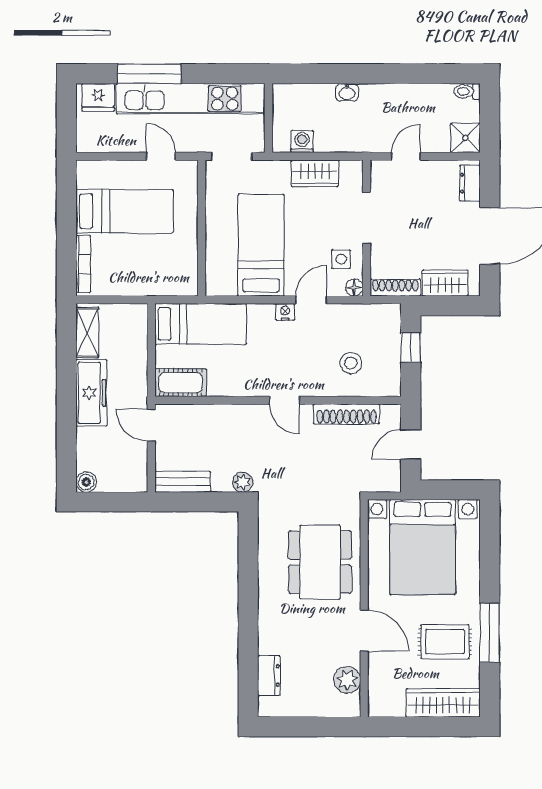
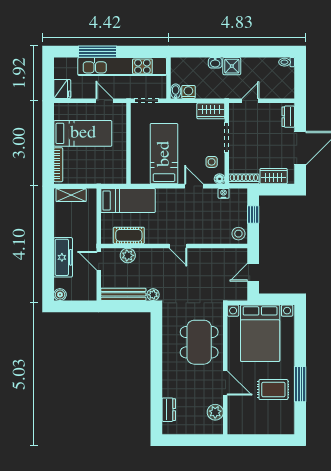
fridge: (98, 97) -> (62, 89), moved, turned -90
shower: (465, 138) -> (232, 66), moved
bidet: (280, 140) -> (176, 91), added
wardrobe: (315, 173) -> (211, 111), moved
door: (311, 300) -> (194, 186), hinge flipped
nightstand: (285, 312) -> (224, 193), moved
shelving: (87, 332) -> (71, 195), moved, turned 90
stool: (351, 363) -> (238, 234), moved
cot: (181, 383) -> (129, 235), moved
freezer: (91, 393) -> (63, 257), moved
shoe rack: (347, 414) -> (215, 254), removed
plant: (200, 416) -> (128, 255), added
bench: (183, 482) -> (123, 294), width x1.36
wardrobe: (443, 703) -> (272, 426), removed

